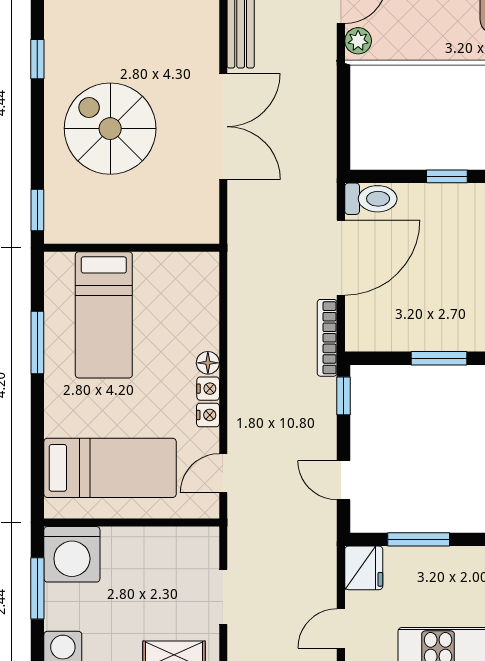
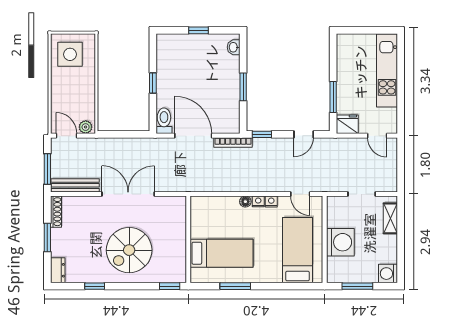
washing machine: (72, 554) -> (340, 242), moved

